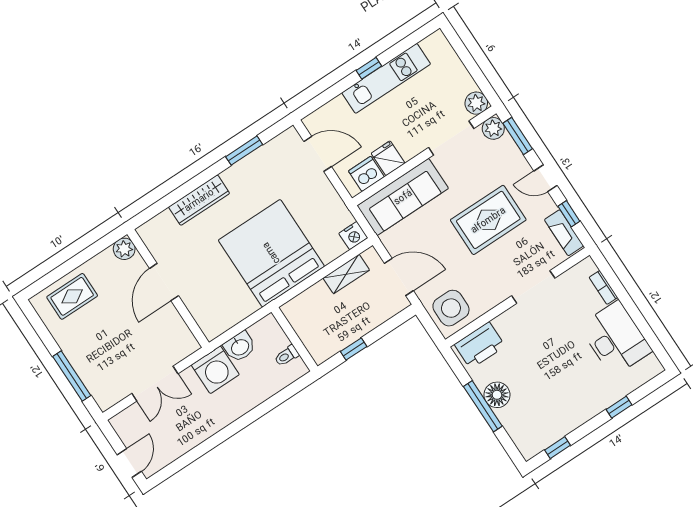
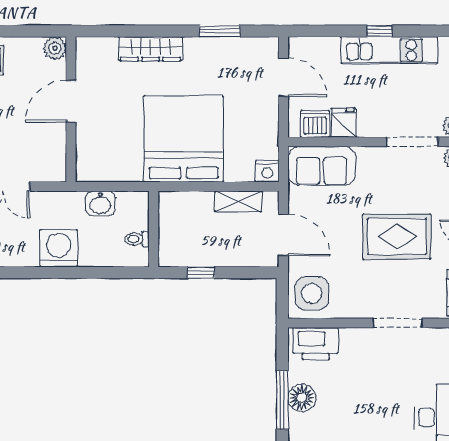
sofa: (403, 197) -> (322, 166), width x0.73
washing machine: (215, 370) -> (59, 248), moved, turned 180

